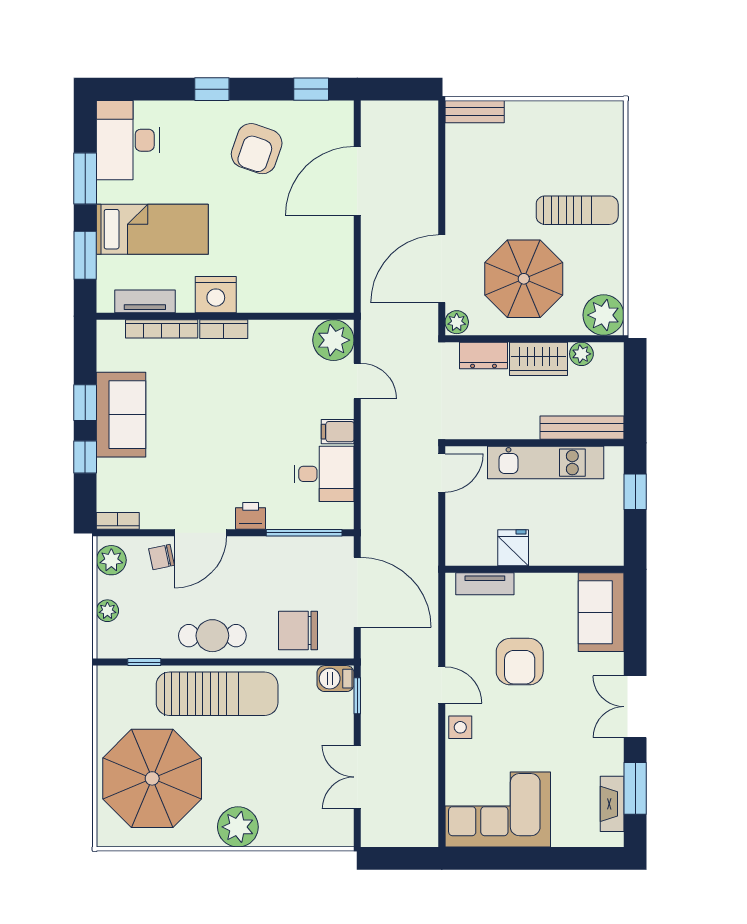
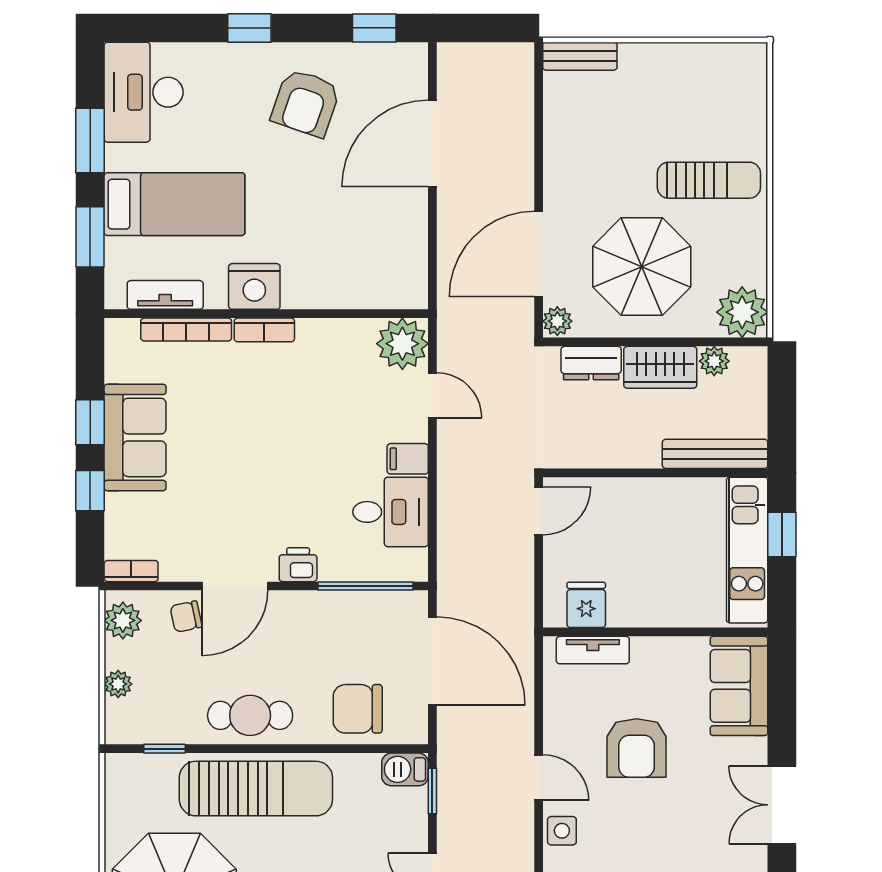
kitchen unit: (546, 463) -> (747, 550), moved, turned 90
fridge: (513, 548) -> (586, 605), moved

